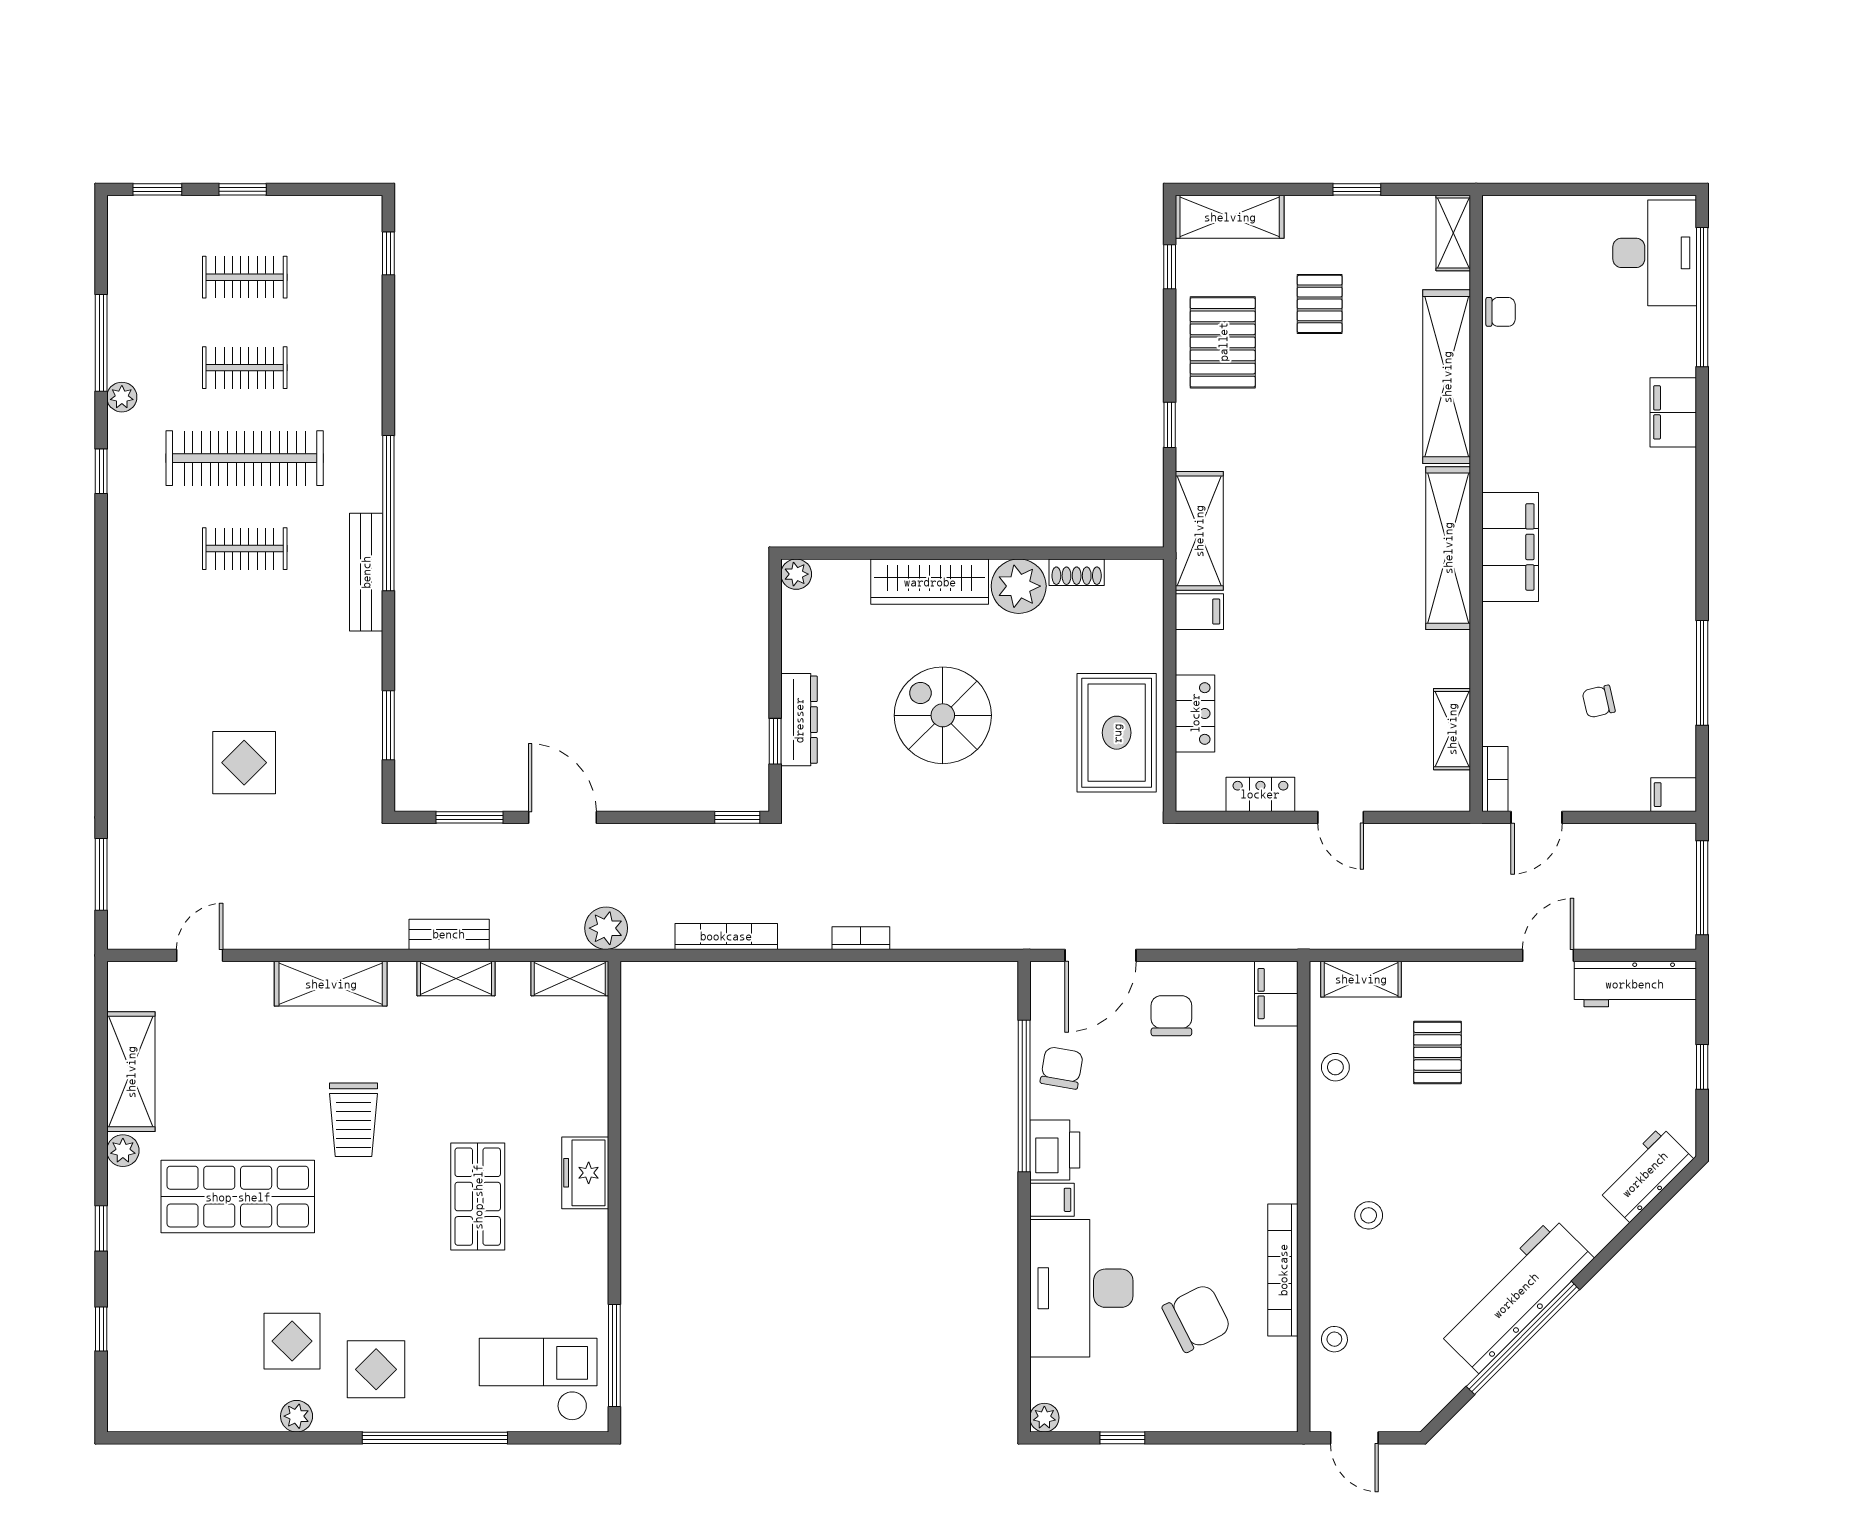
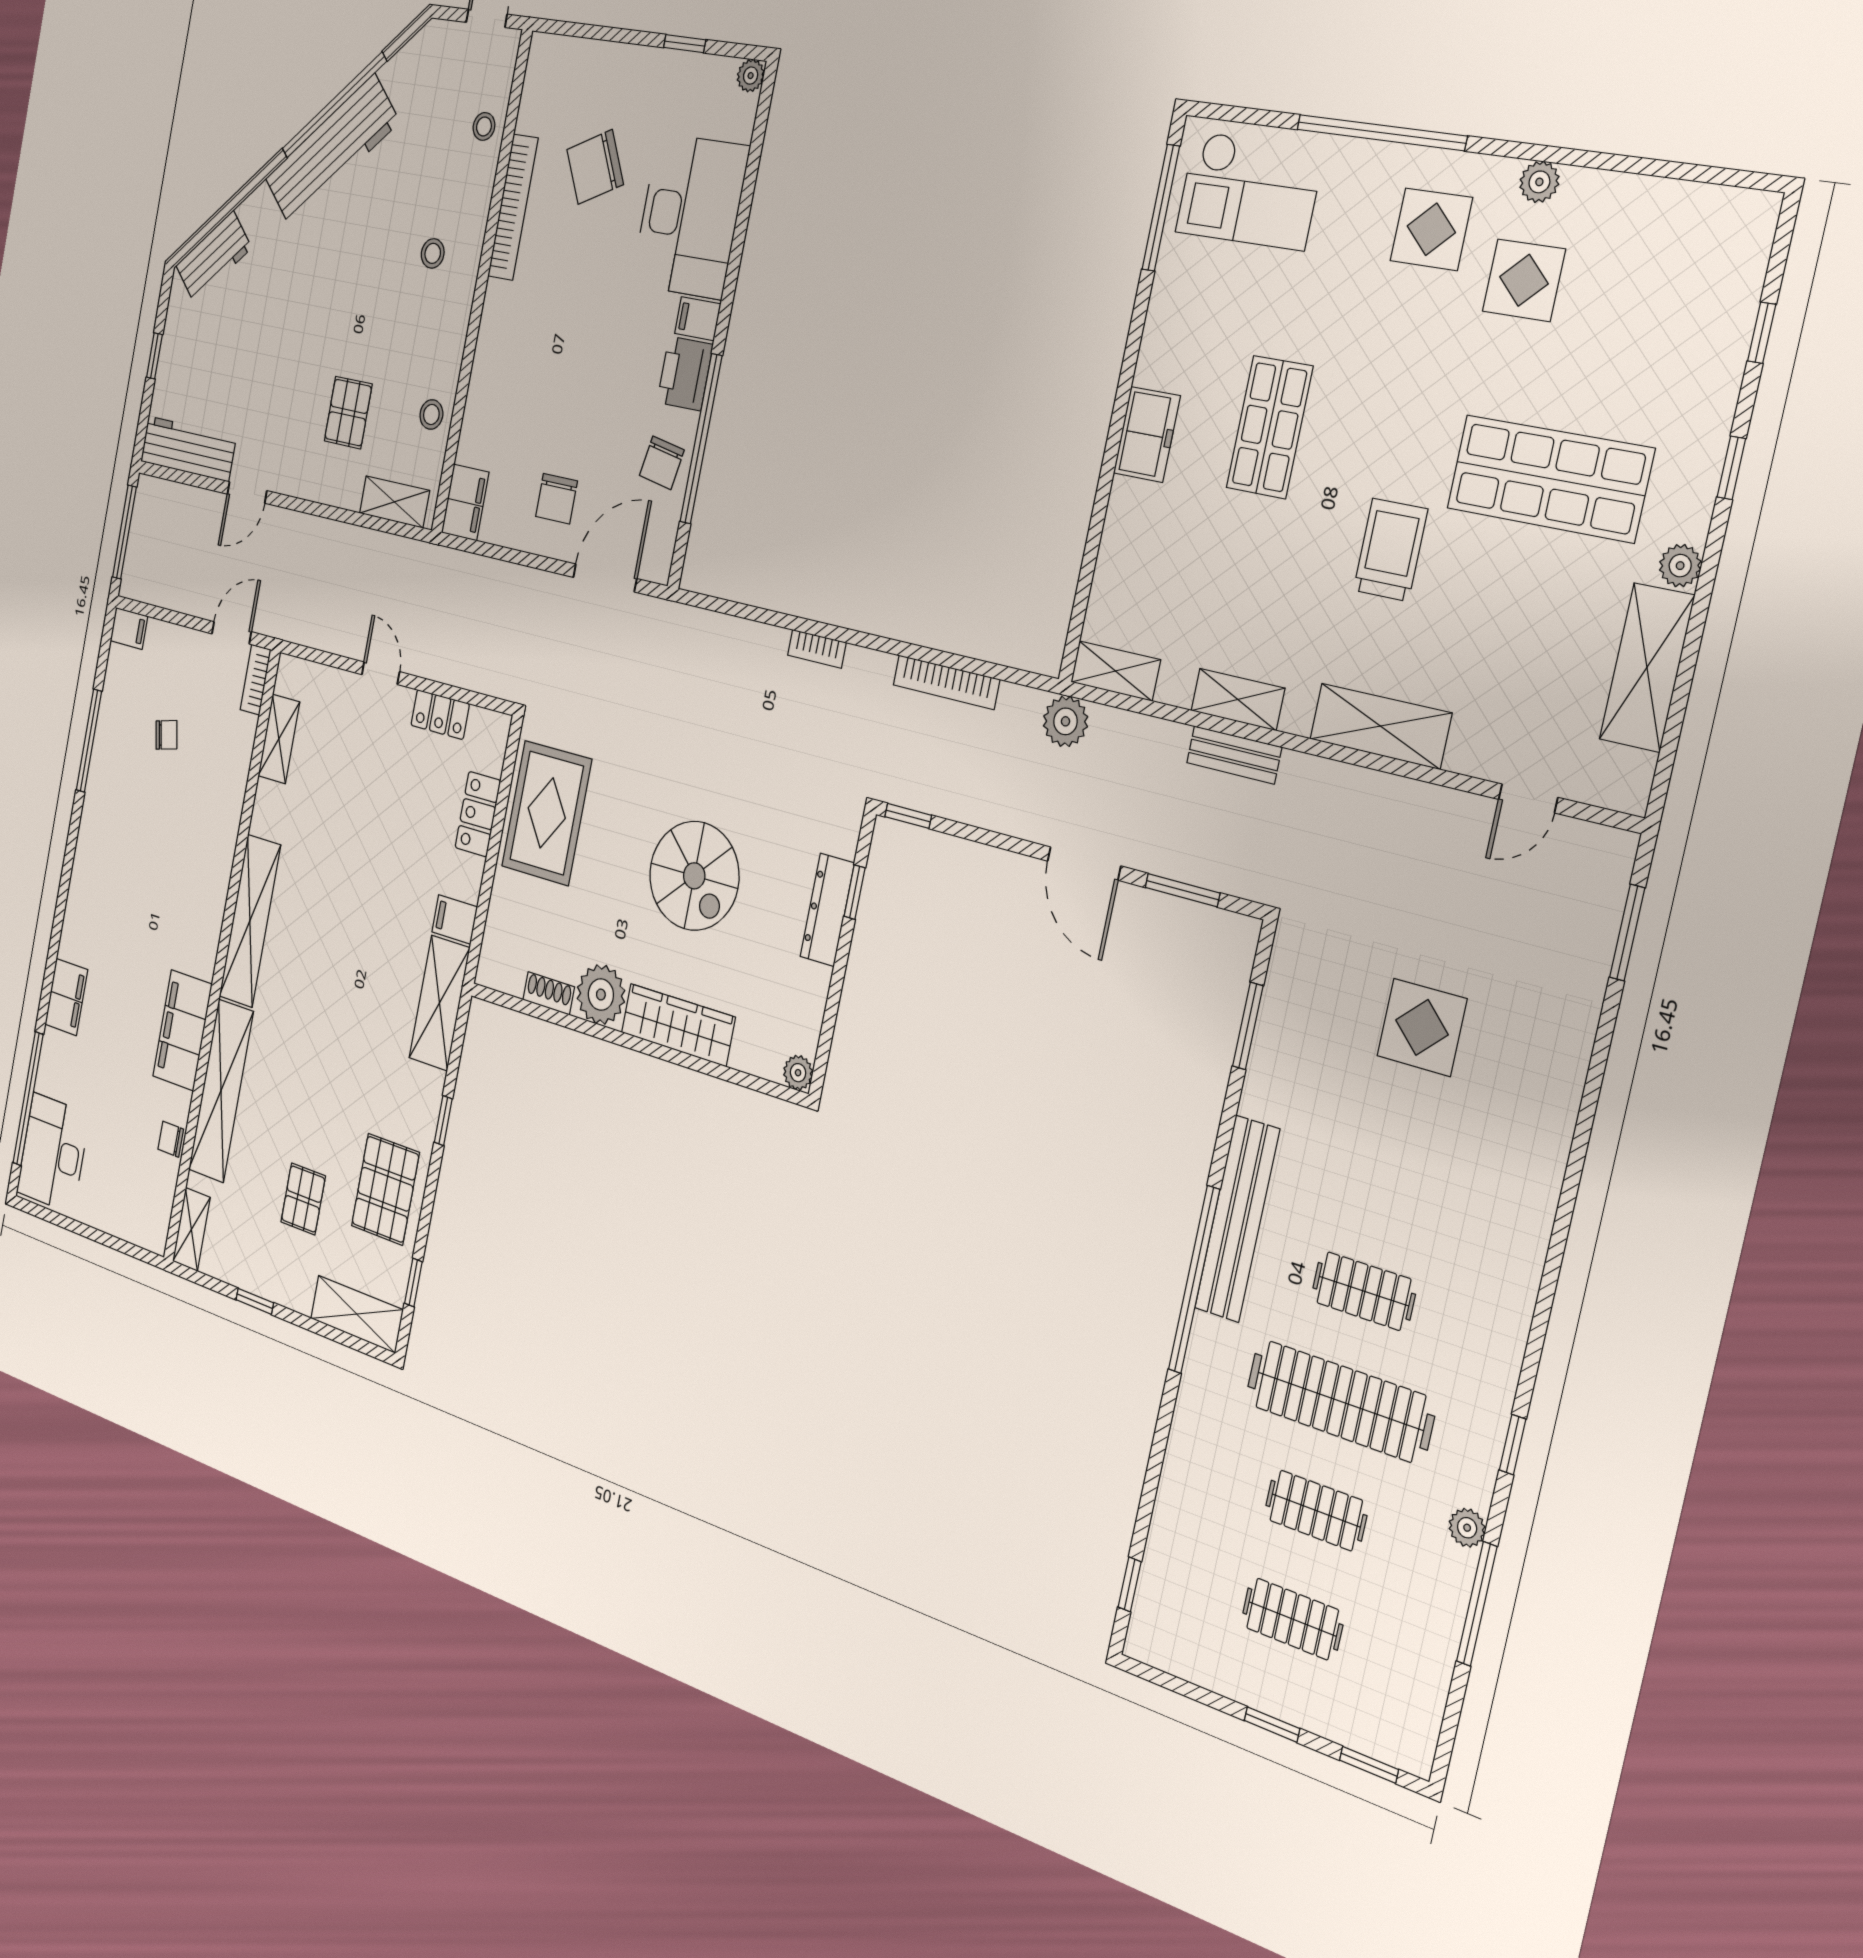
filing cabinet: (1510, 547) -> (182, 1030), moved
bench: (366, 572) -> (1237, 1219), width x1.37, depth x1.21

